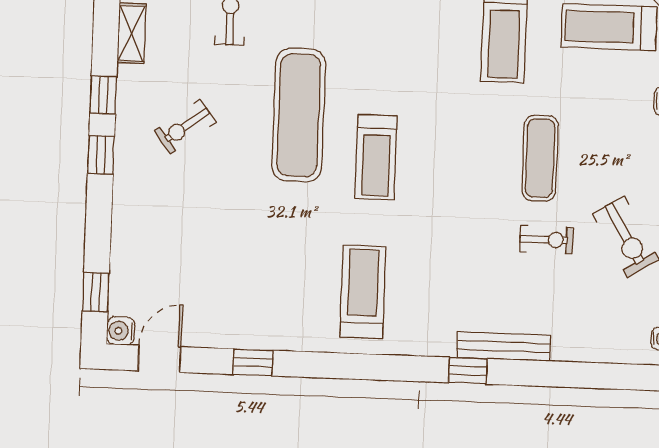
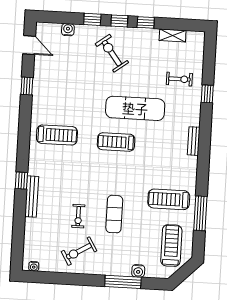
exercise bike: (185, 126) -> (112, 53), moved, width x1.38, depth x1.39
exercise mat: (540, 158) -> (114, 214), turned 90
window: (96, 292) -> (92, 19), moved
water cooler: (121, 331) -> (68, 30), moved

